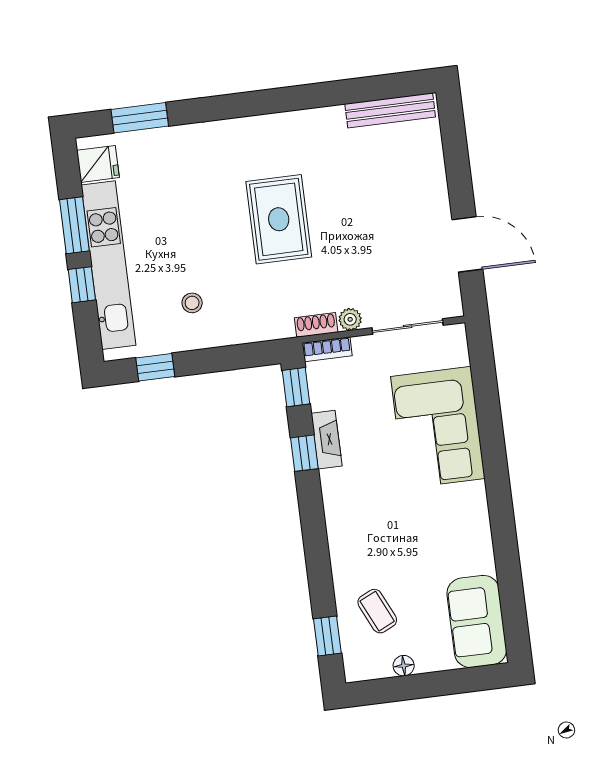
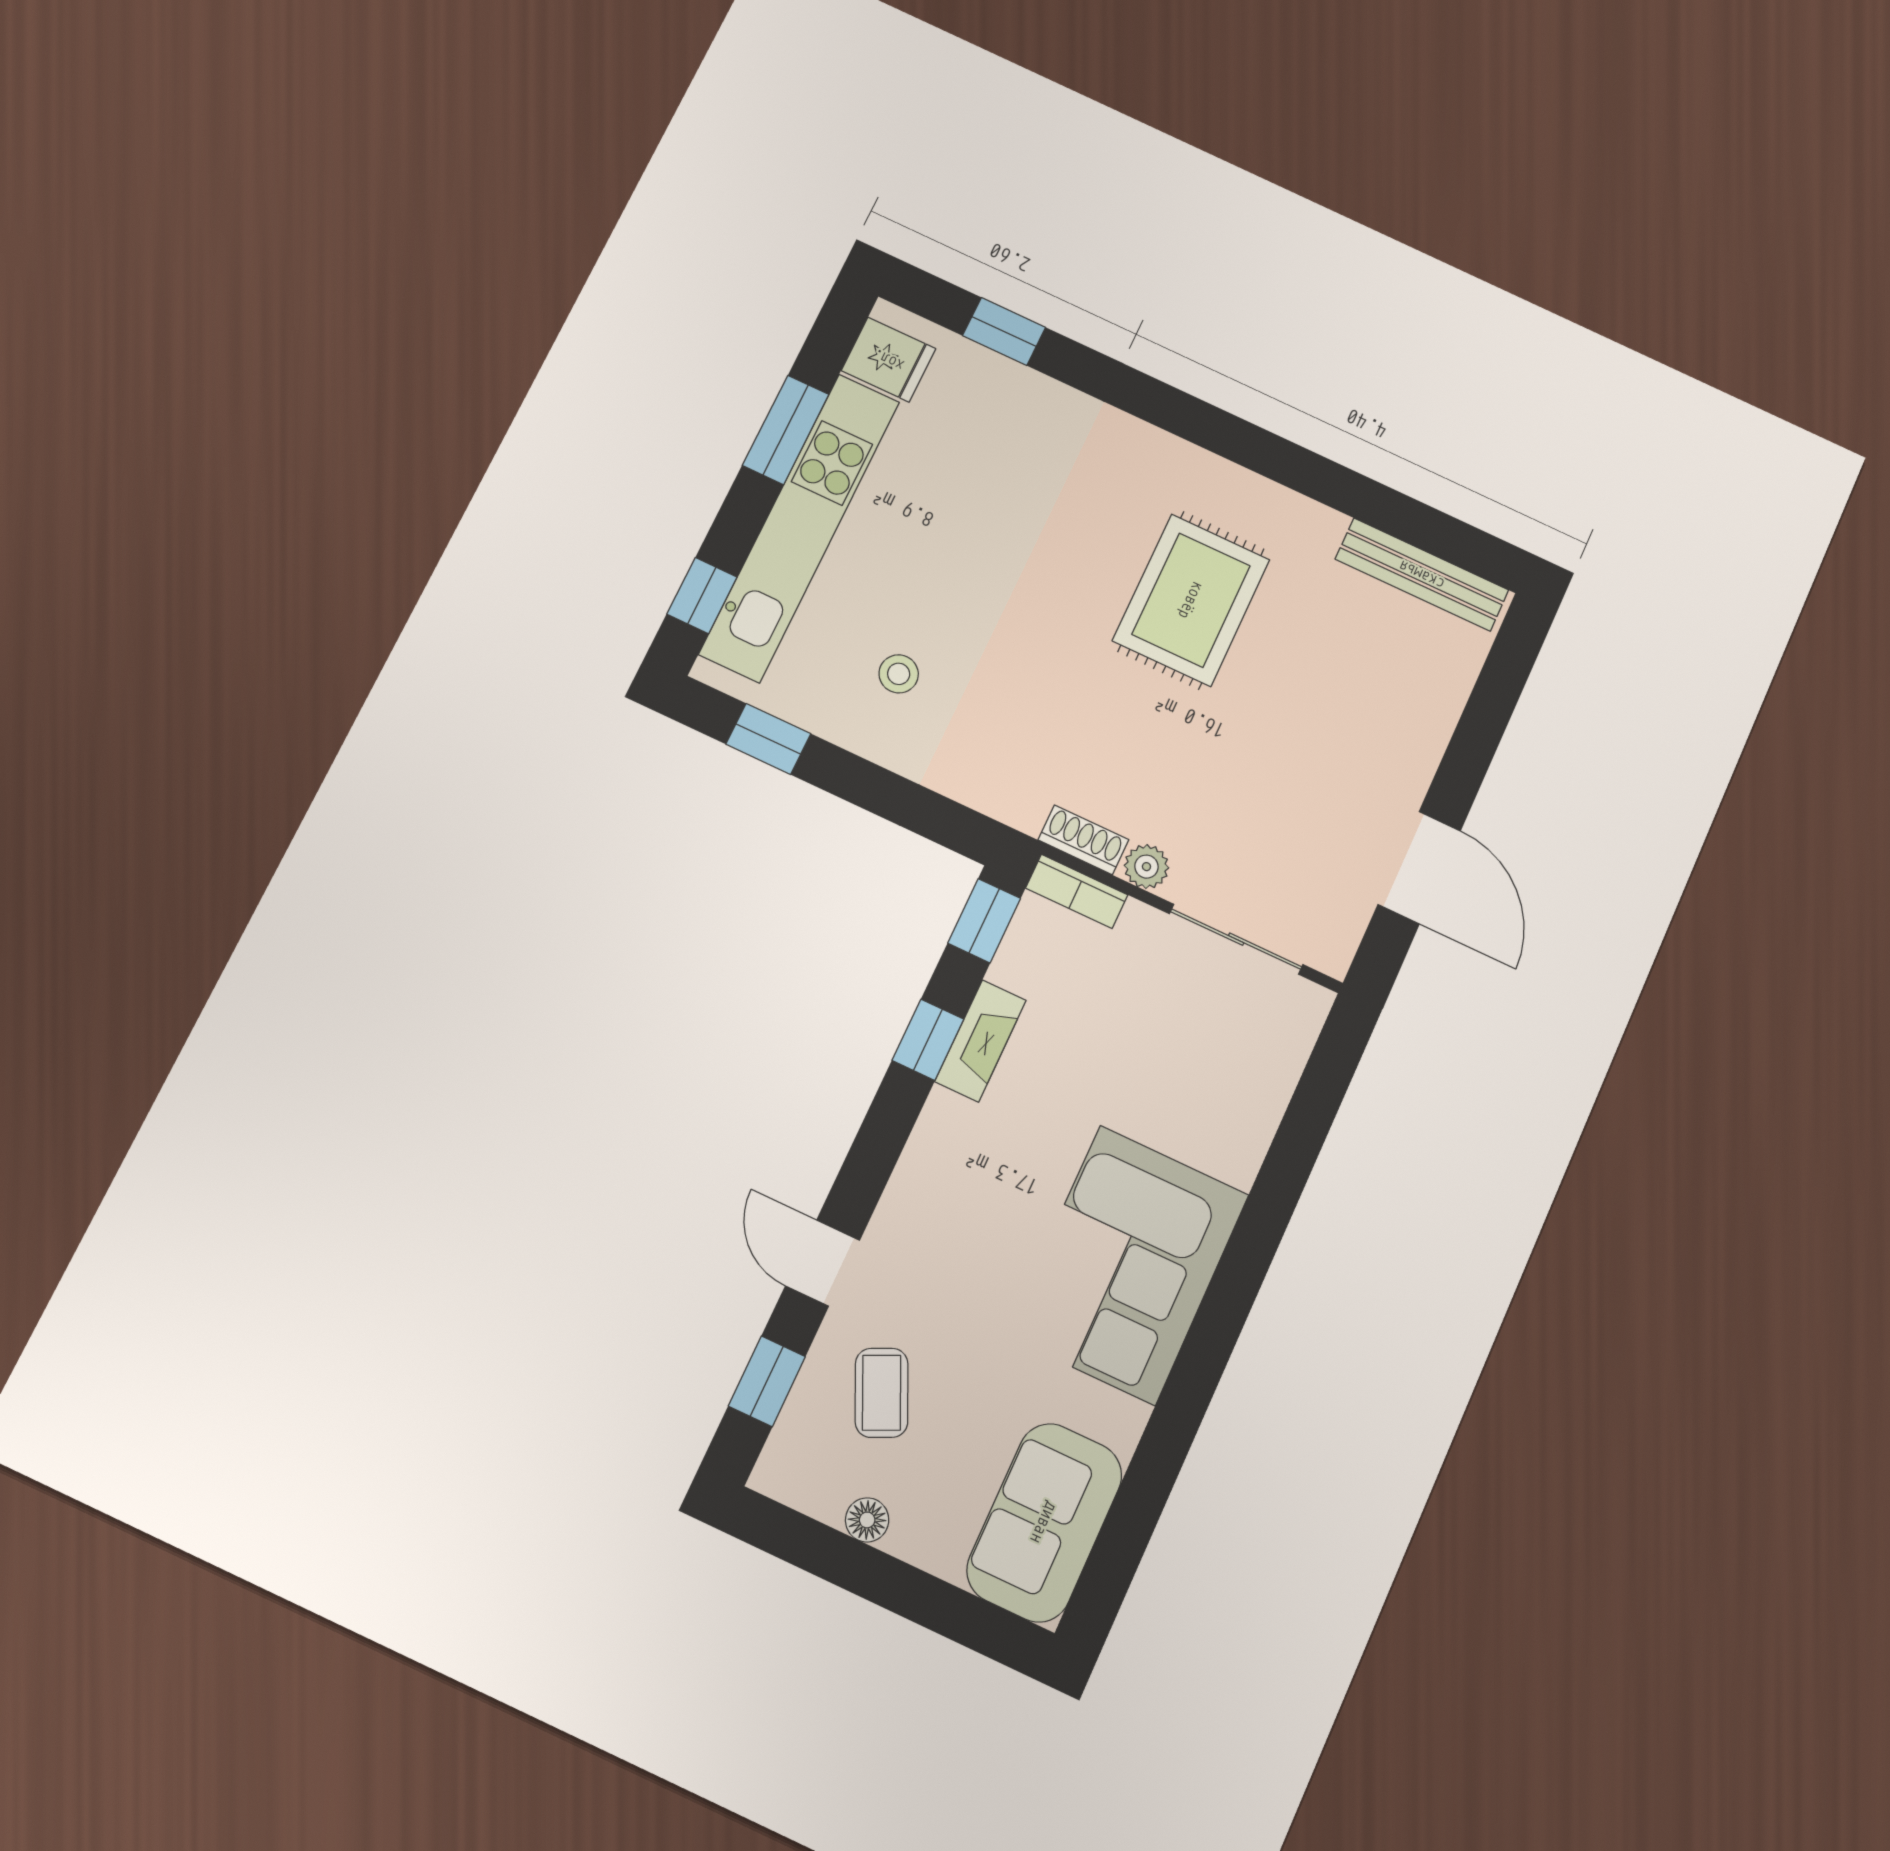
window: (140, 118) -> (1004, 332), width x0.67
rug: (279, 219) -> (1191, 600), moved
window: (82, 285) -> (702, 596), moved
corner sofa: (438, 427) -> (1128, 1265), moved
door: (320, 574) -> (823, 1263), added

